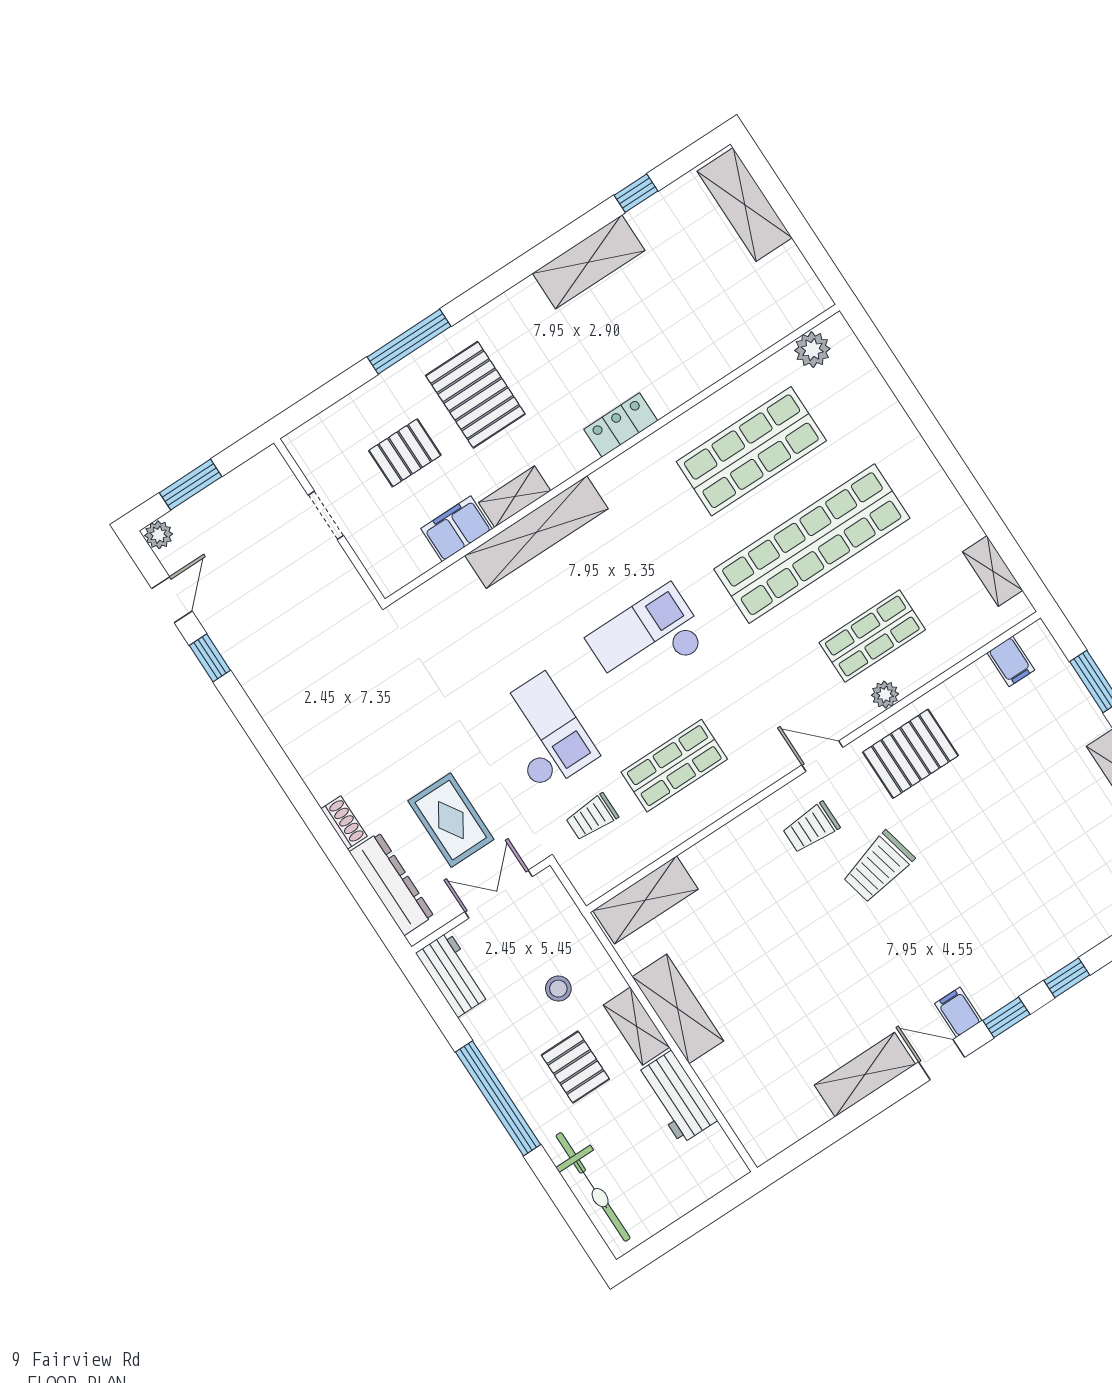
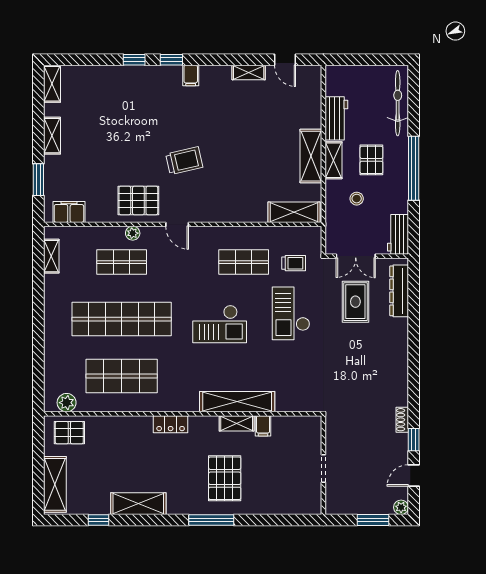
window: (409, 342) -> (211, 520), moved
pallet: (405, 453) -> (69, 433), moved
filing cabinet: (457, 529) -> (263, 426), width x0.50
filing cabinet: (1011, 661) -> (69, 212), width x2.00
shoe rack: (344, 822) -> (402, 420), moved
trolley: (811, 828) -> (202, 197), removed
door: (942, 1060) -> (285, 60), moved
shelving: (865, 1075) -> (249, 72), width x0.67, depth x0.75

